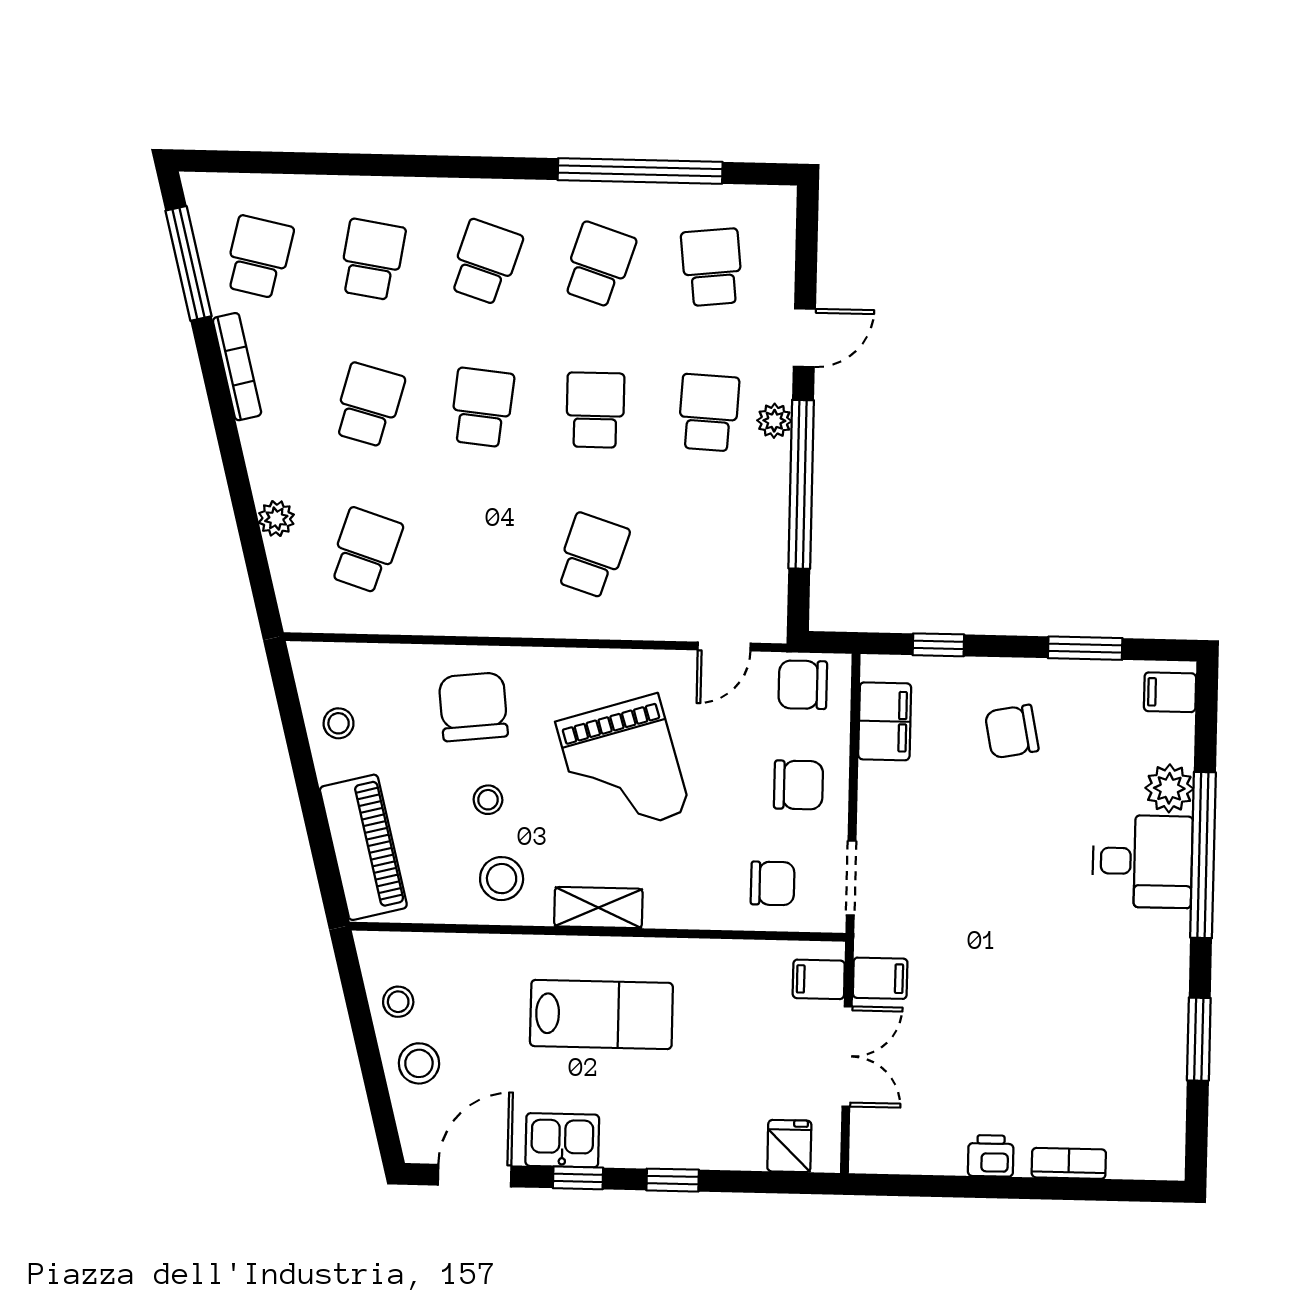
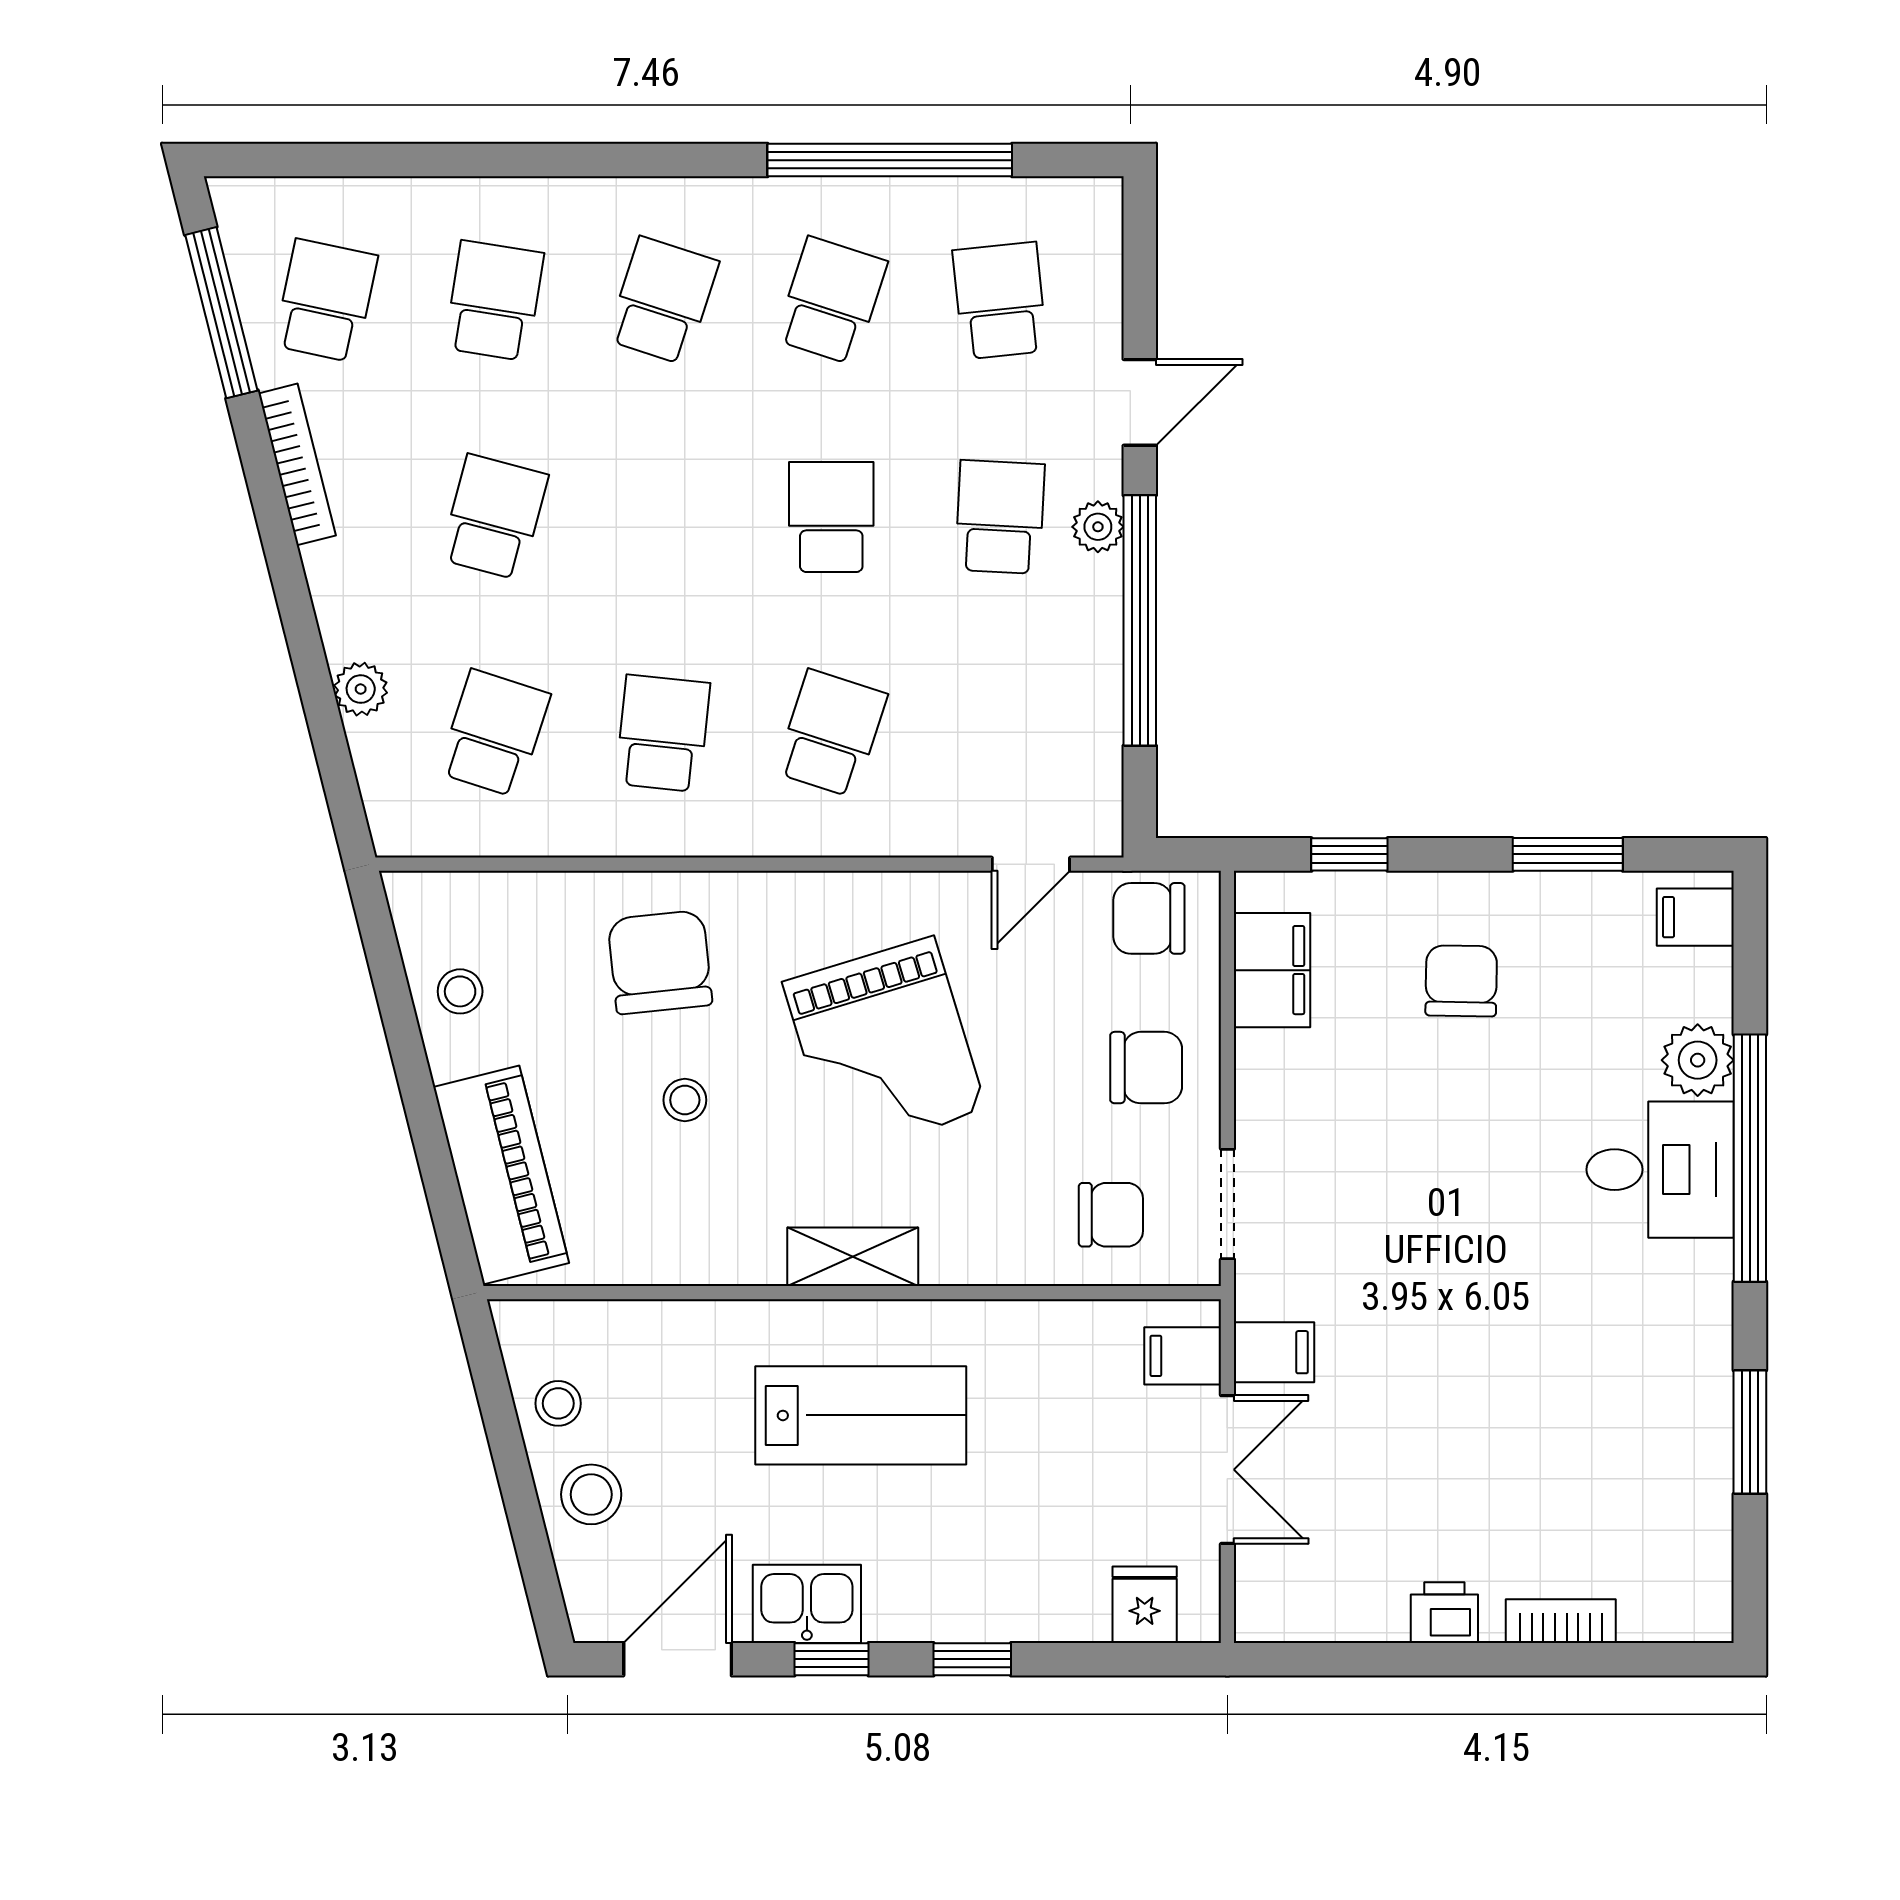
school desk: (482, 407) -> (663, 733), moved
chair: (1012, 731) -> (1461, 981), turned 102
stool: (502, 879) -> (708, 1217), removed

